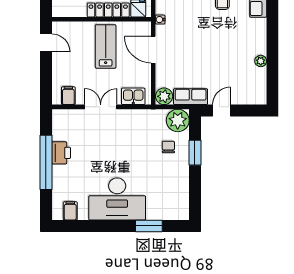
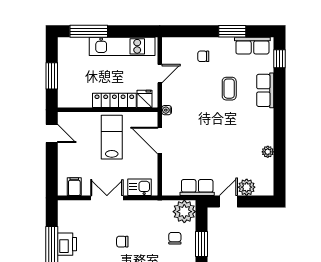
plant: (164, 96) -> (247, 187), moved
chair: (116, 150) -> (122, 242), added

